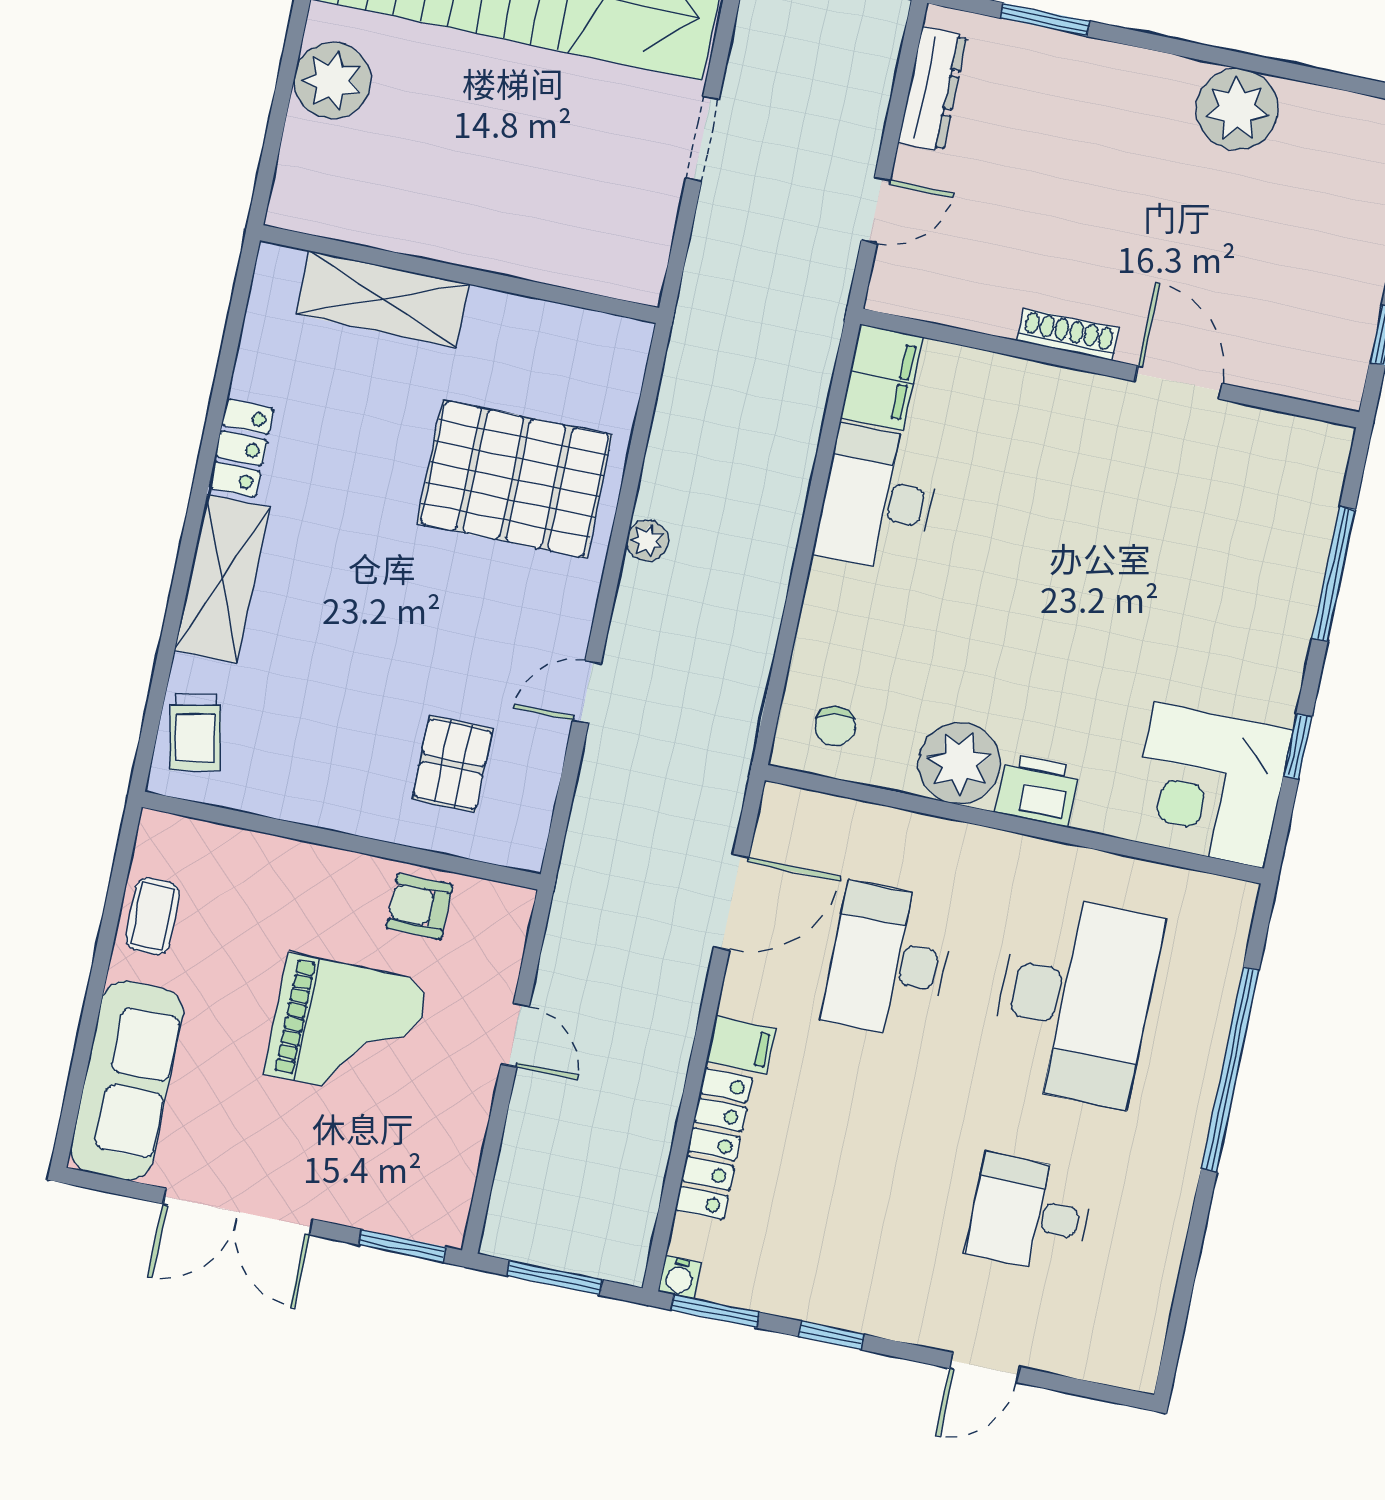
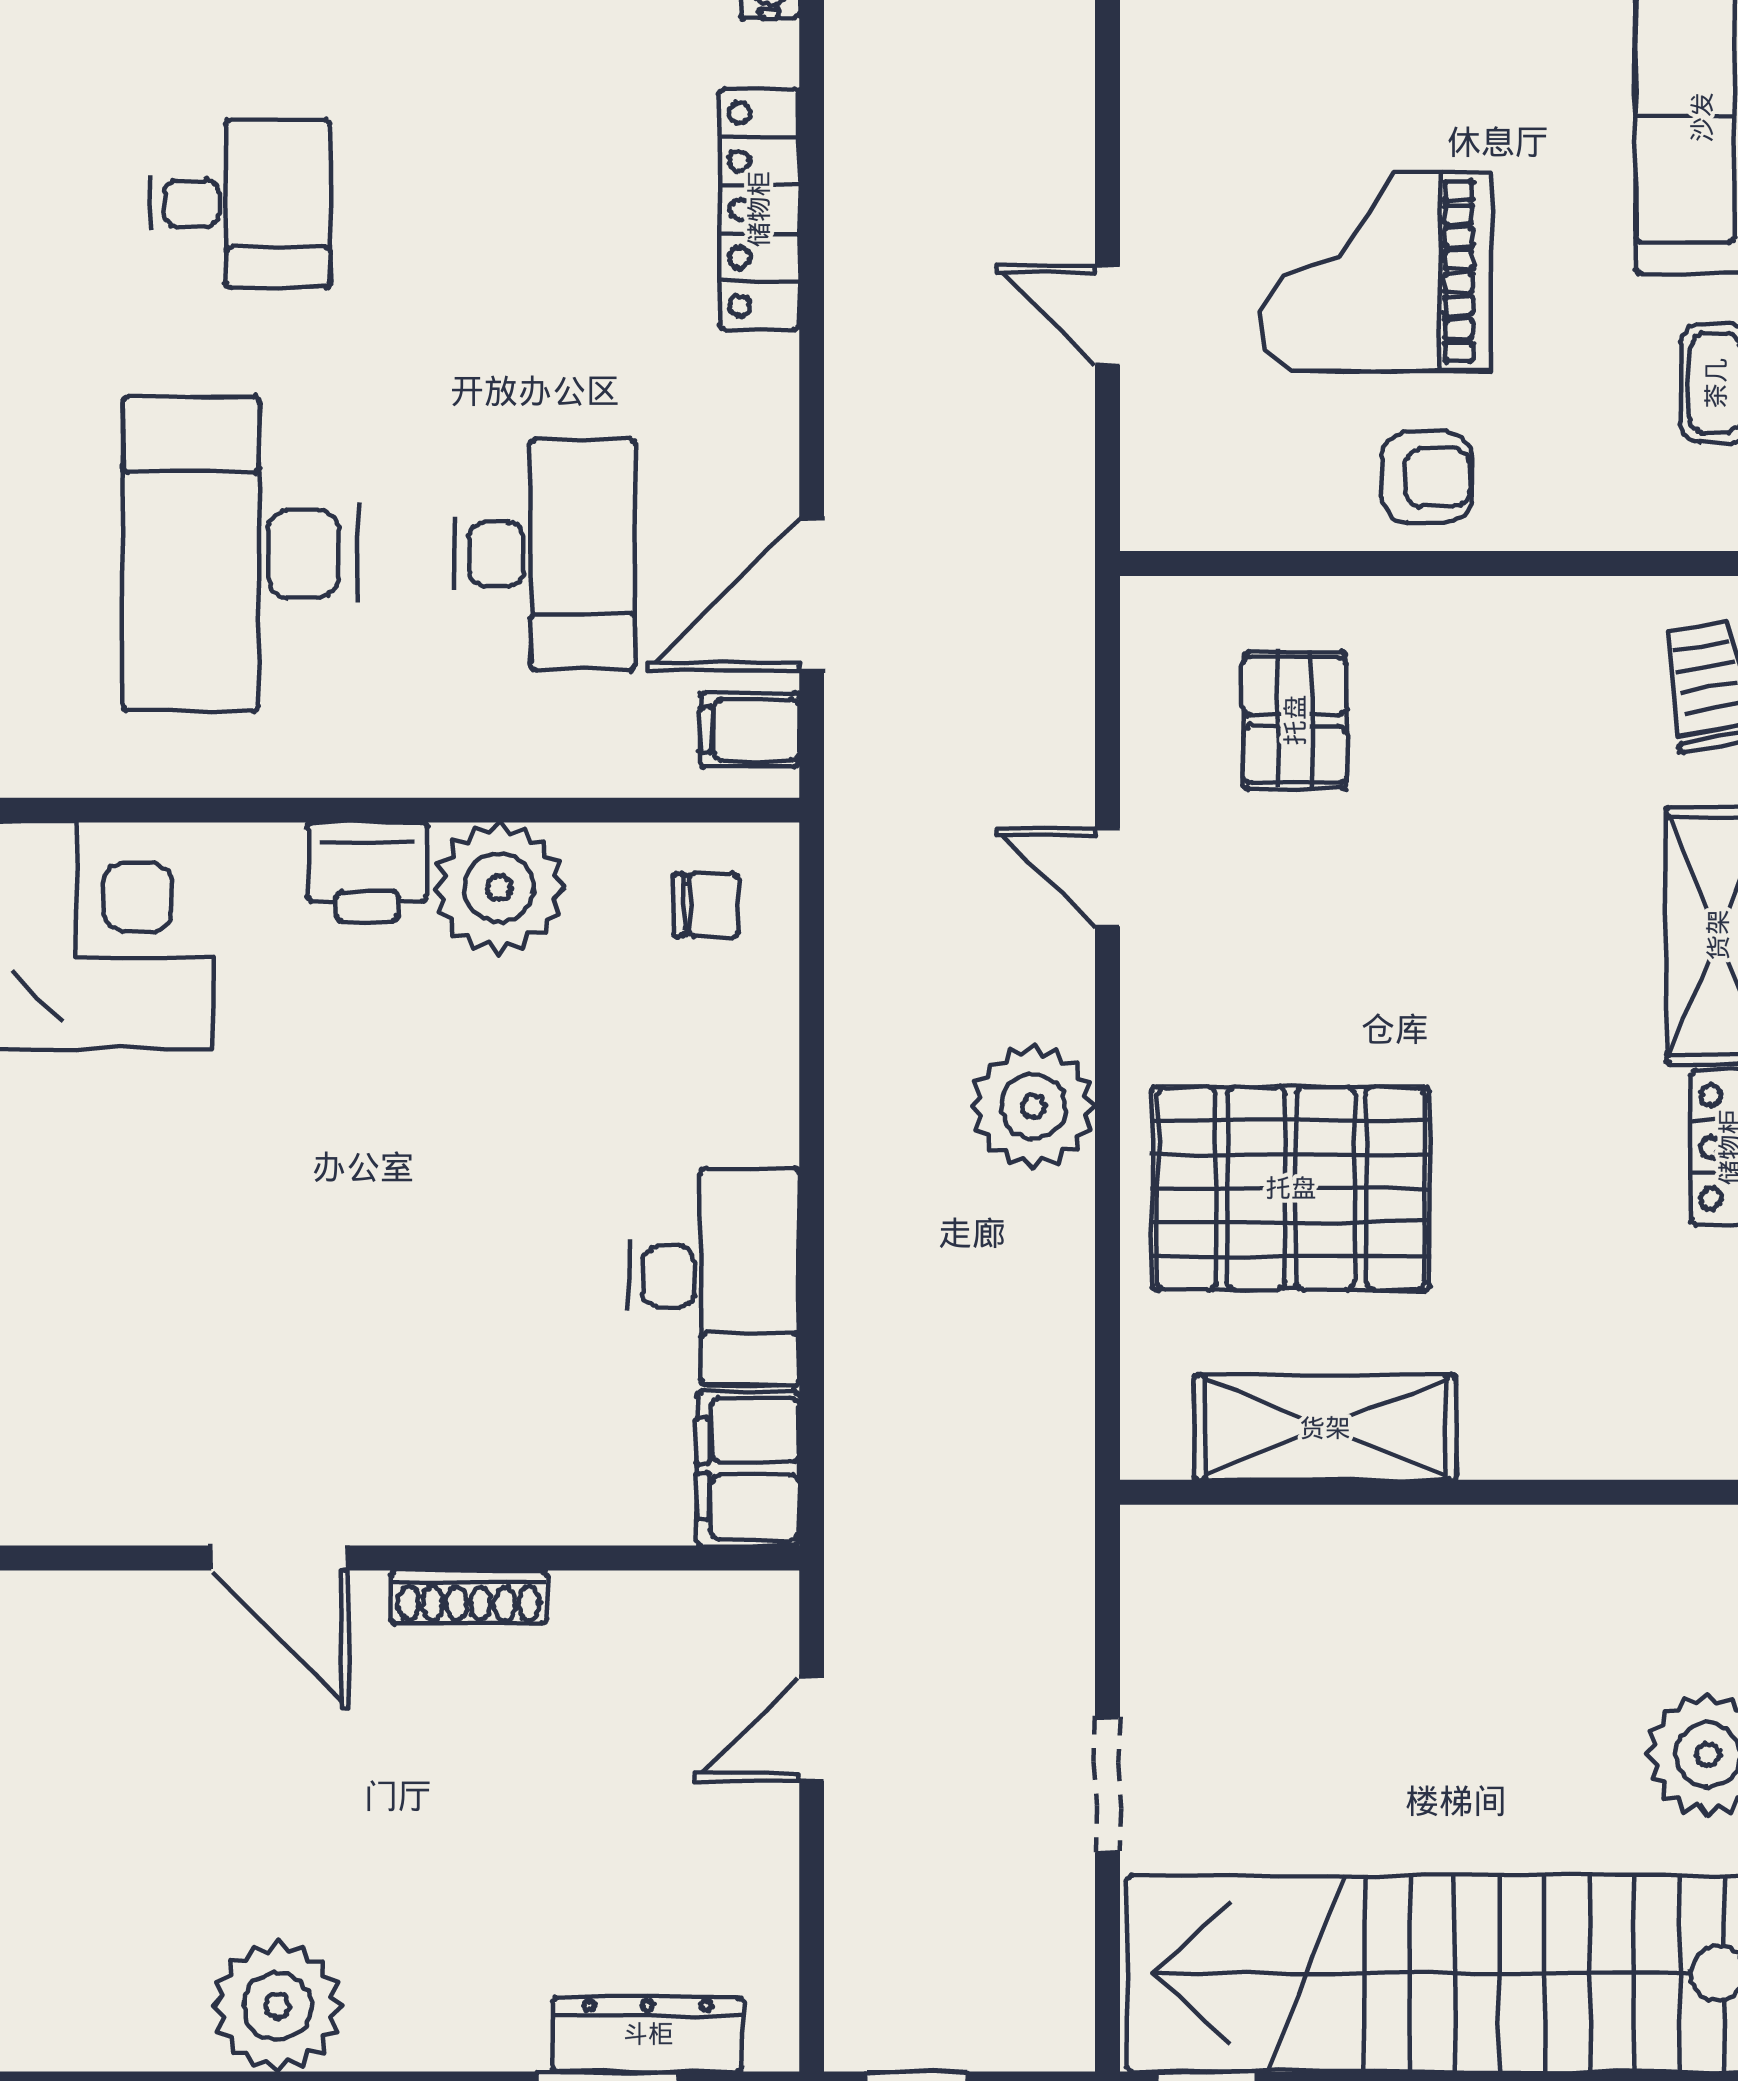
dresser: (933, 89) -> (648, 2034), moved, turned 90
shelving: (383, 299) -> (1325, 1428), moved
plant: (647, 541) -> (1033, 1106), width x1.88, depth x1.88
door: (587, 692) -> (1107, 877), swing flipped
chair: (835, 726) -> (706, 905), turned 100
armchair: (419, 906) -> (1427, 477), moved
filing cabinet: (741, 1045) -> (750, 730), moved

